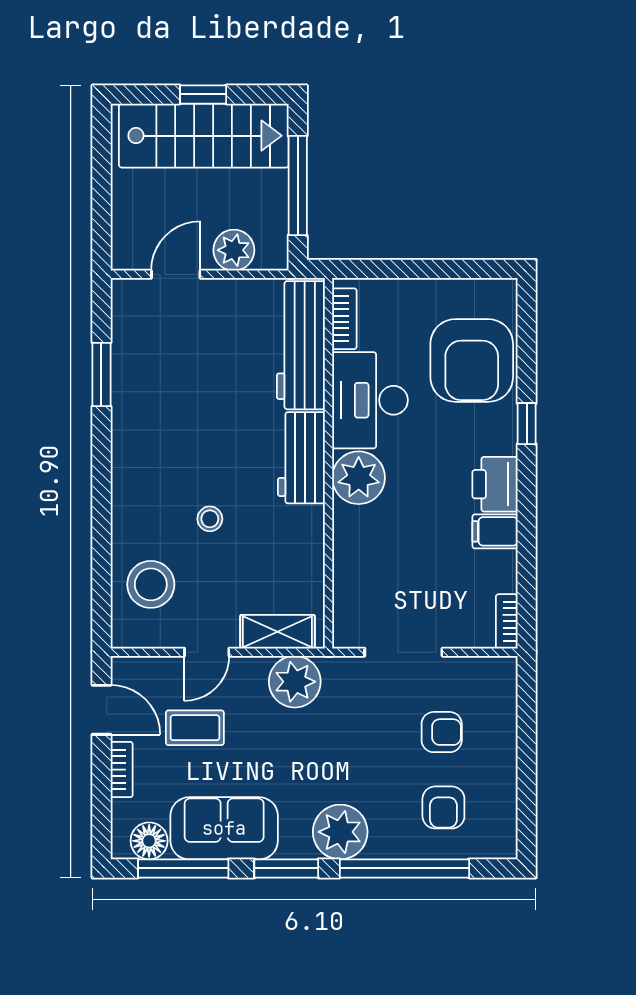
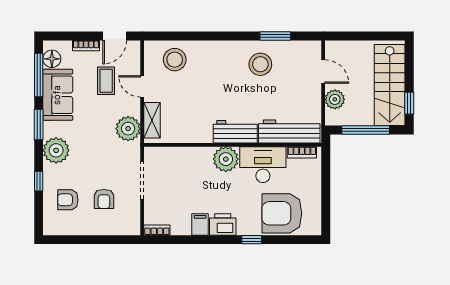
window: (203, 94) -> (409, 103), moved
stool: (210, 519) -> (260, 64), moved, width x1.89, depth x1.89
window: (404, 868) -> (39, 181), width x0.32

